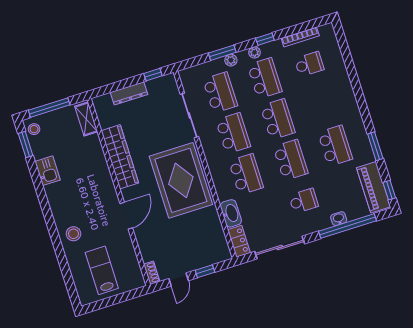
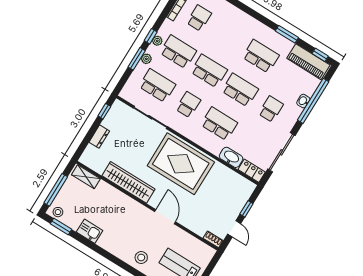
window: (265, 39) -> (151, 36), moved
dresser: (129, 93) -> (99, 137), width x0.70
school desk: (233, 133) -> (188, 105), width x0.54

